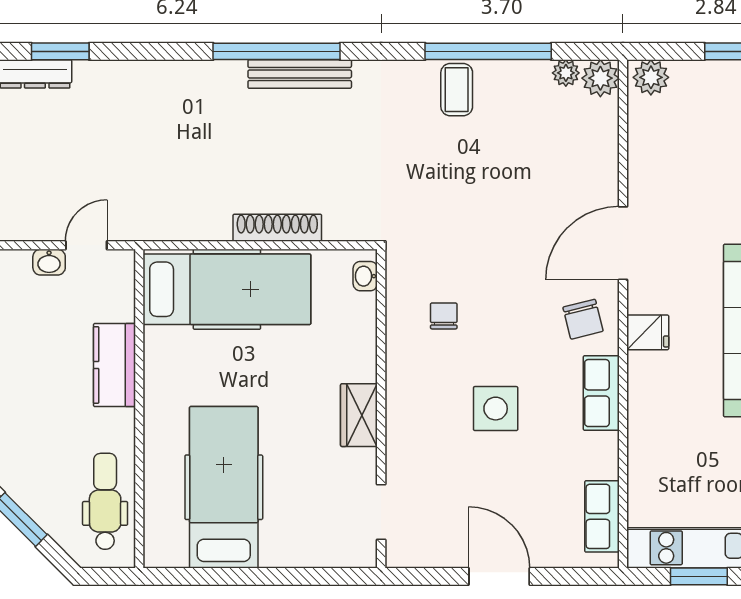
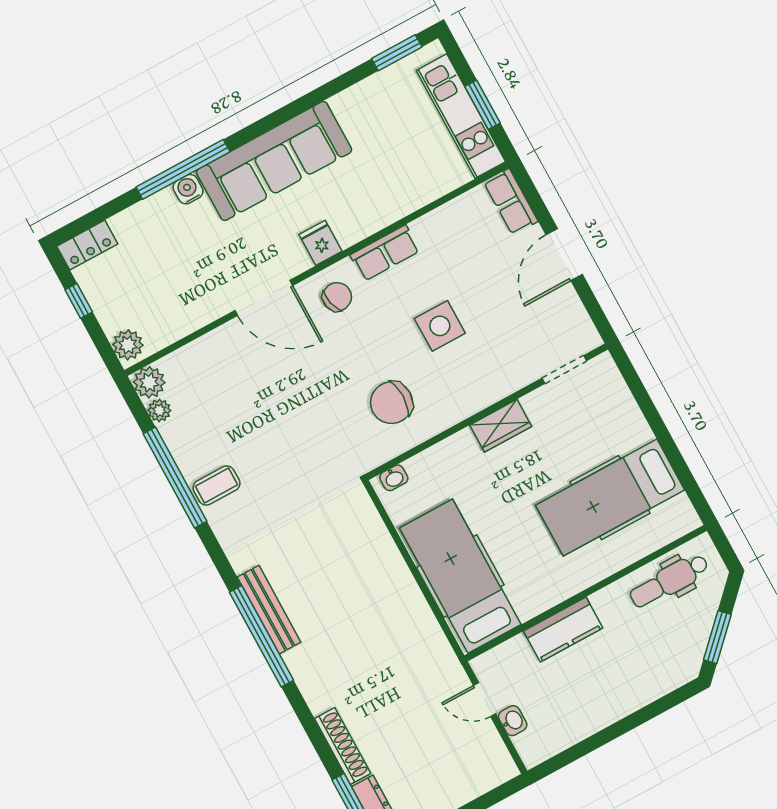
shoe rack: (277, 228) -> (343, 746), moved, turned 180
chair: (444, 316) -> (392, 403), width x1.87, depth x1.87
row of seats: (602, 516) -> (511, 202), moved, turned 90

